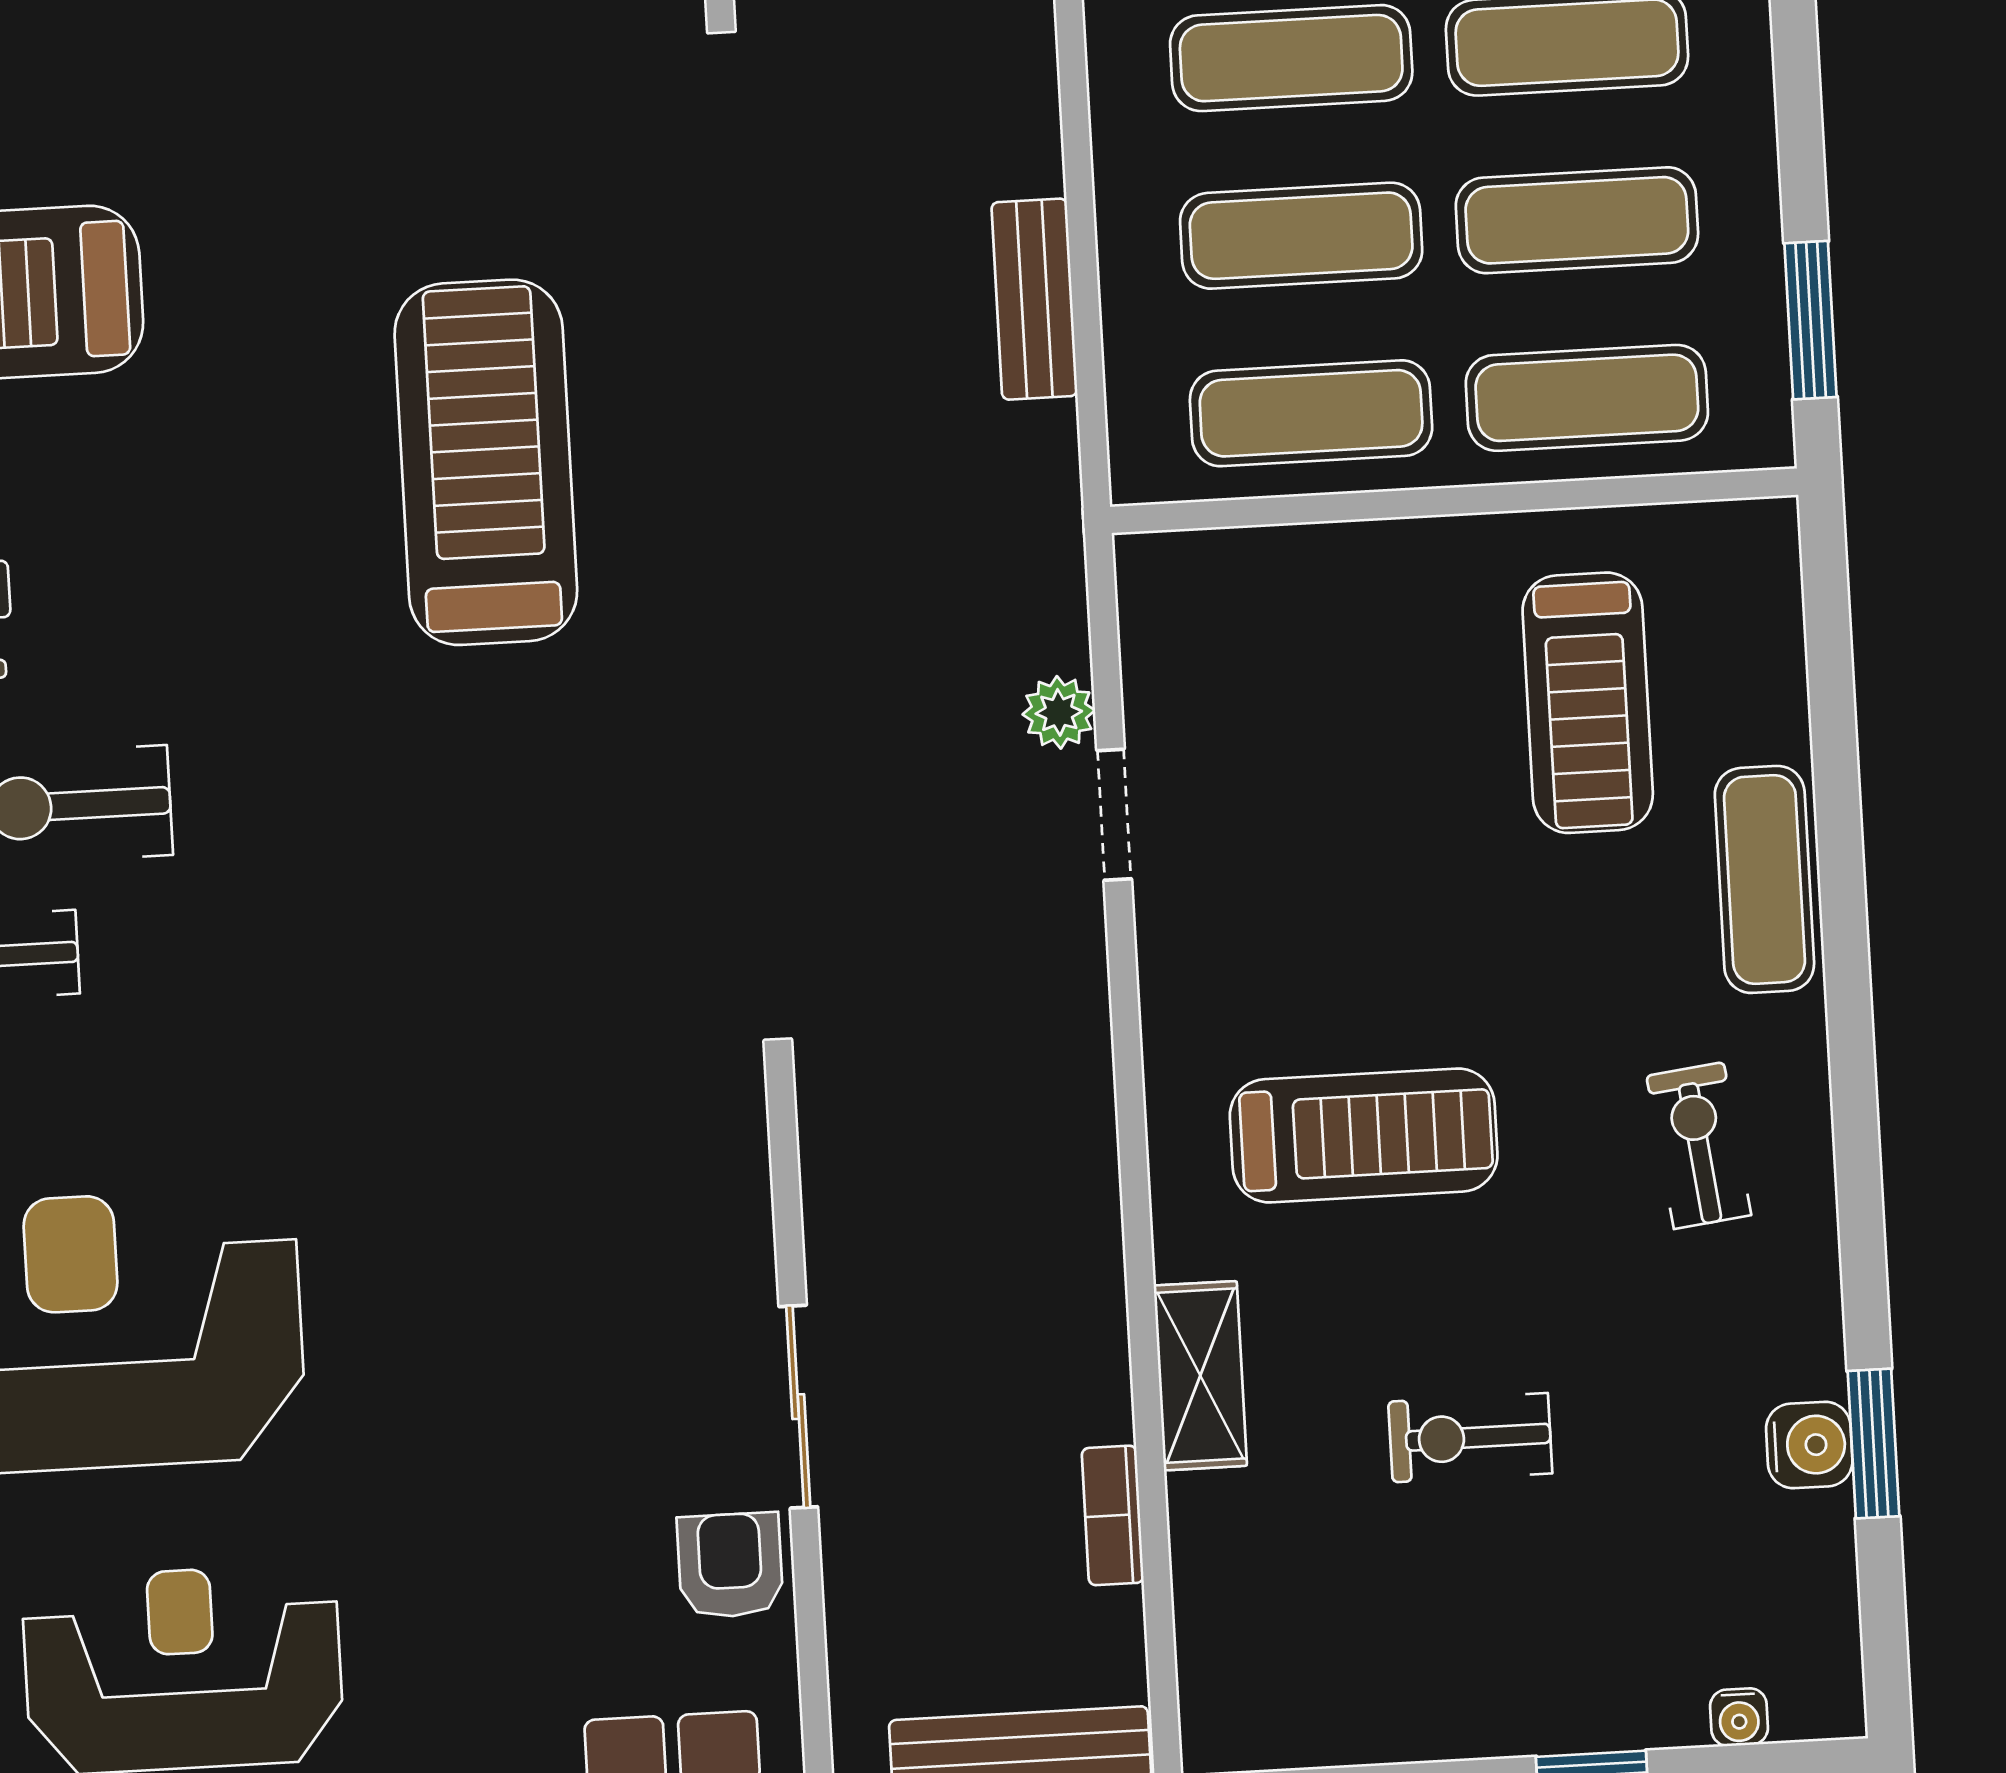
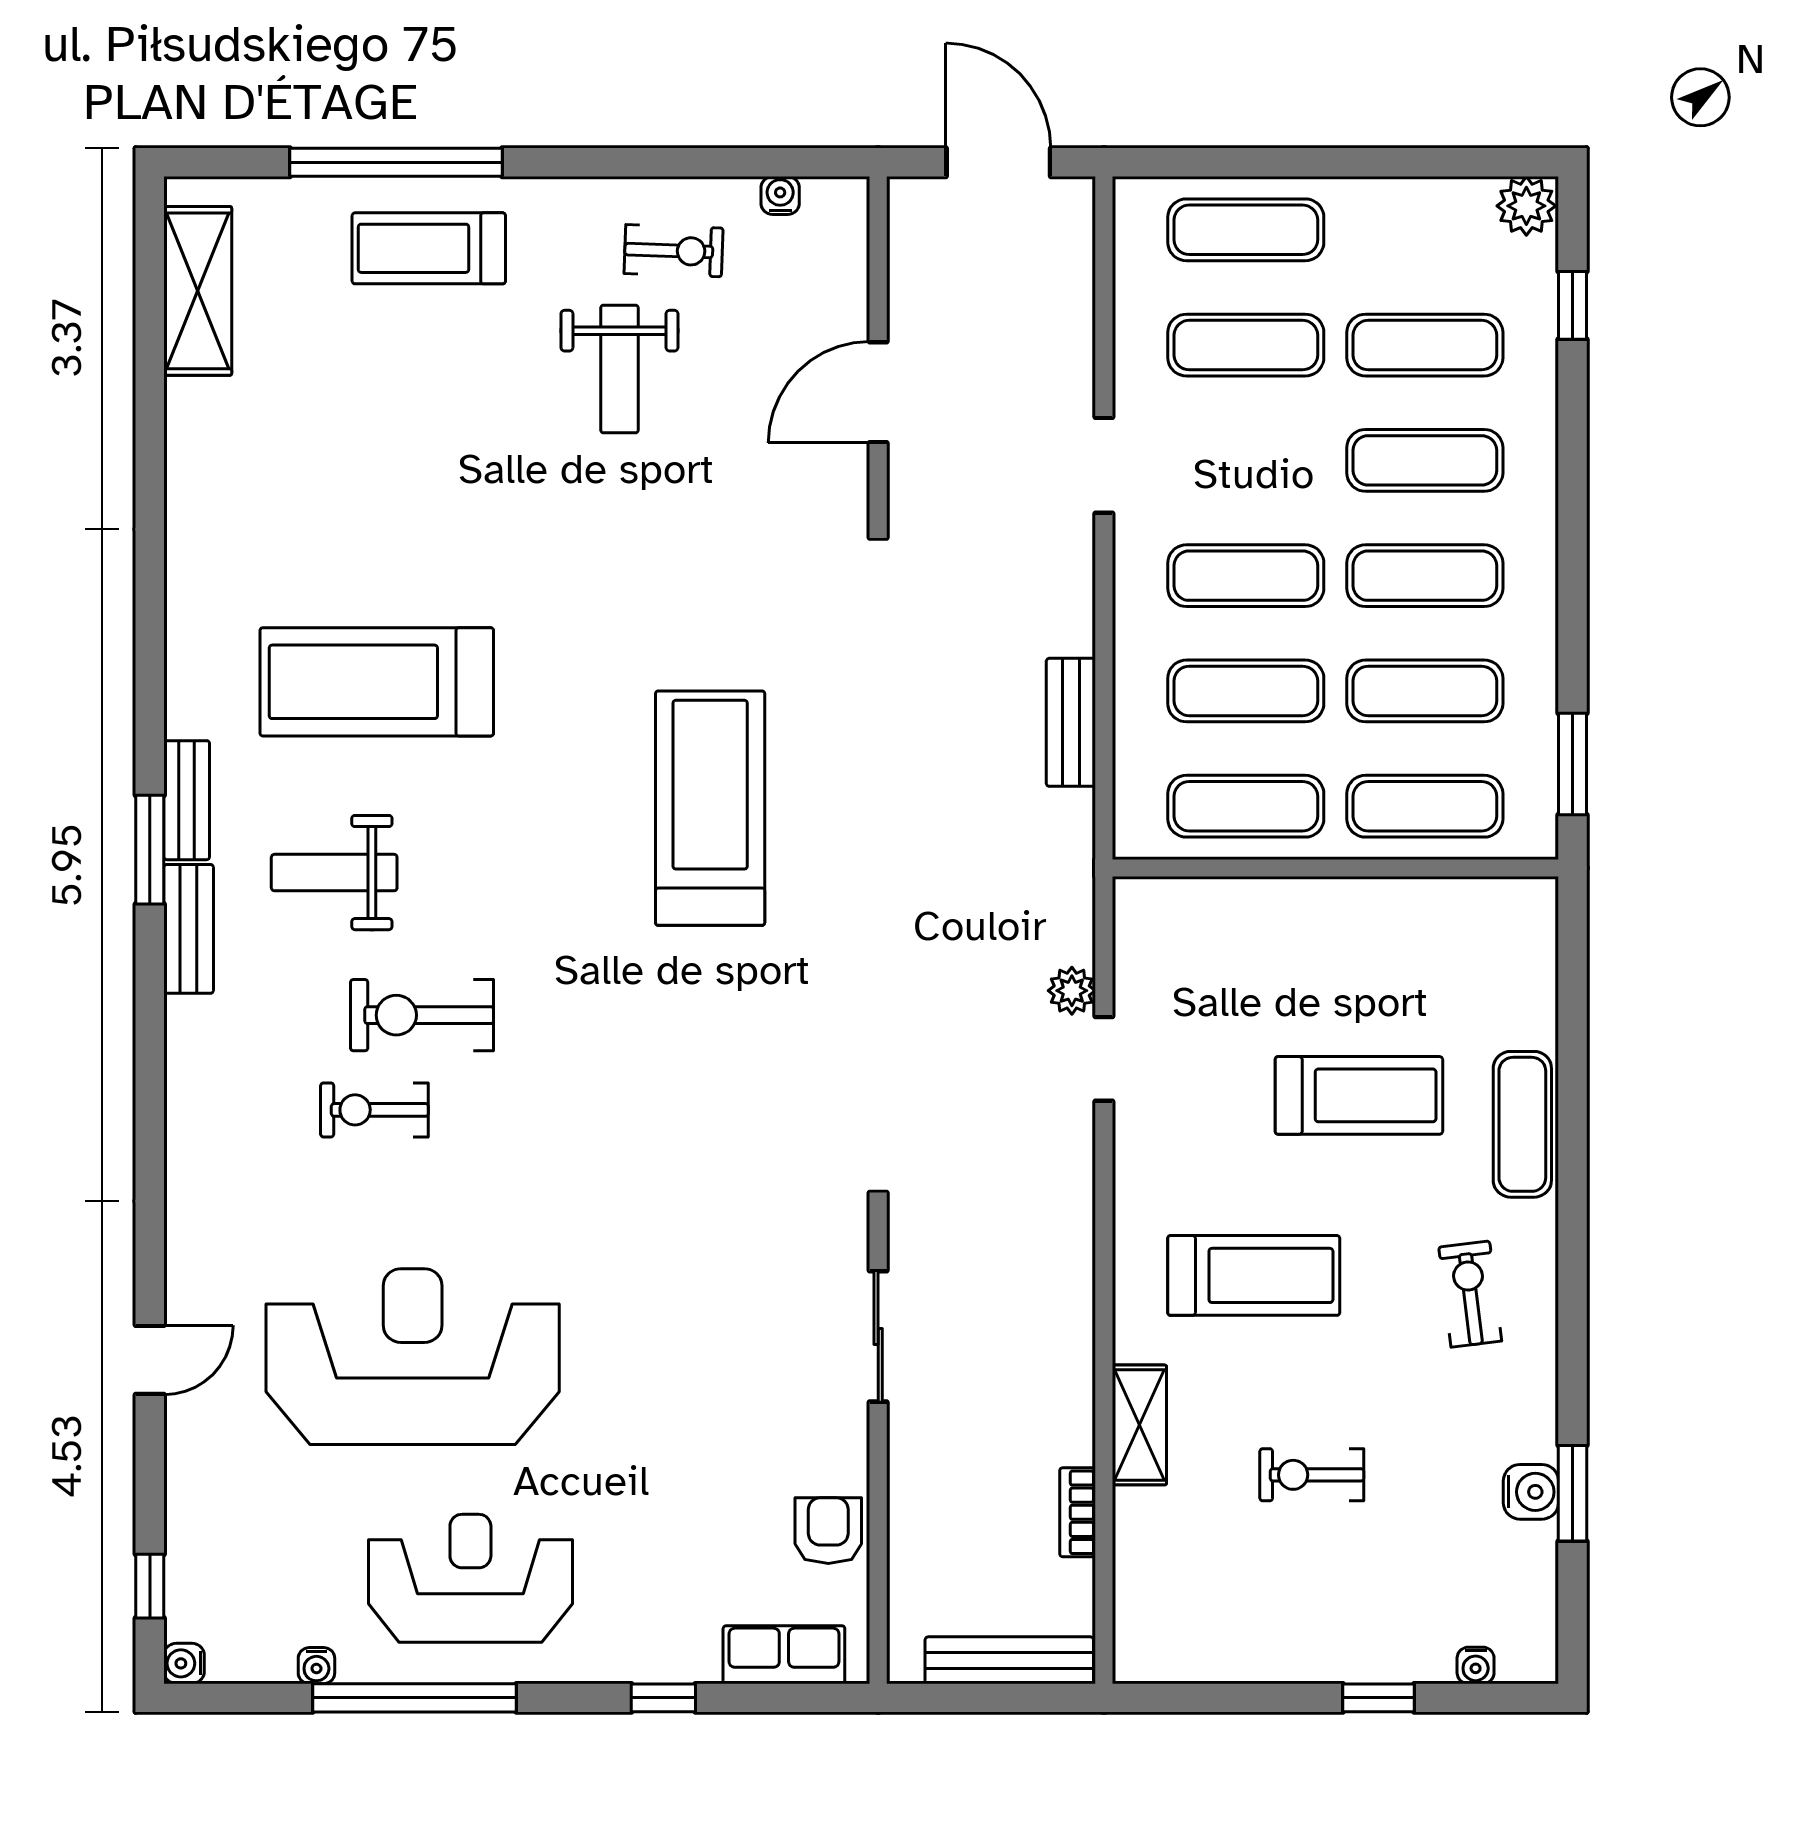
treadmill: (1588, 703) -> (1359, 1095), moved, turned -90
sliding door: (798, 1407) -> (878, 1336), moved

